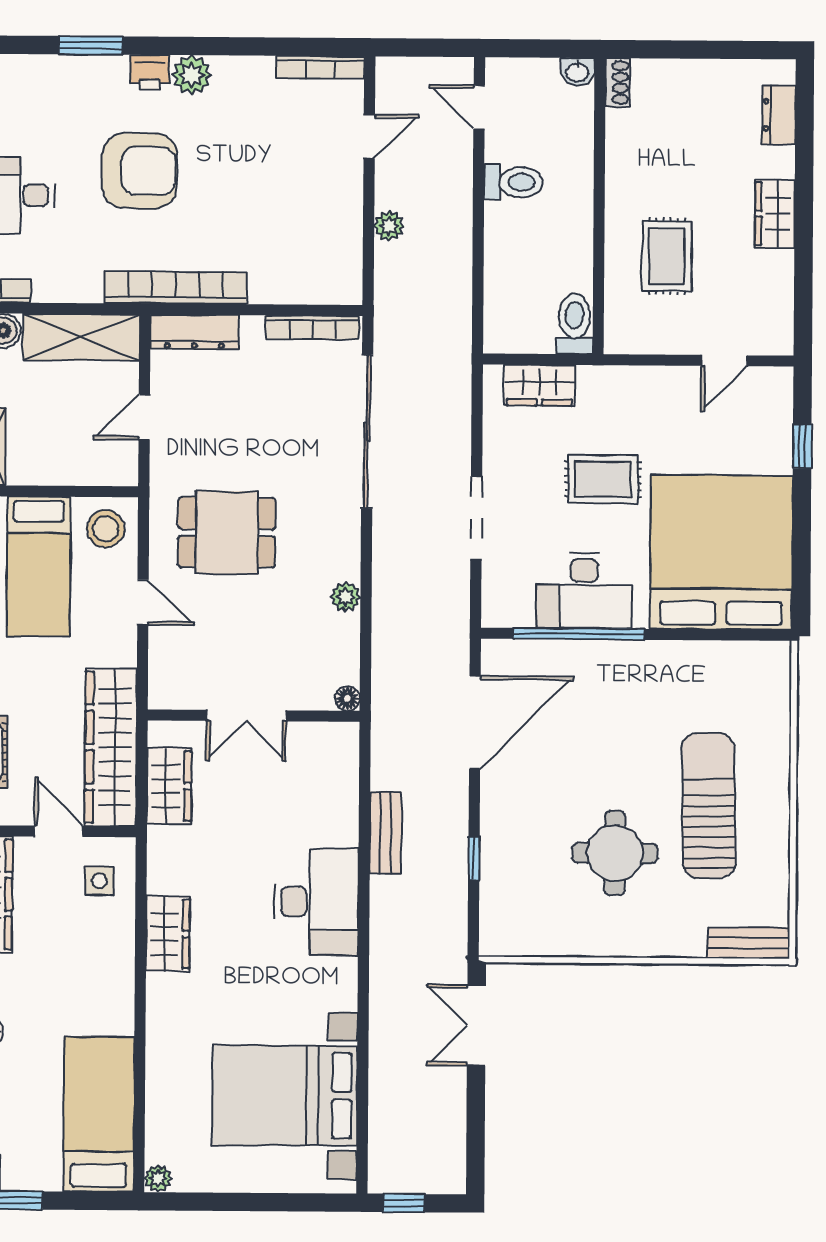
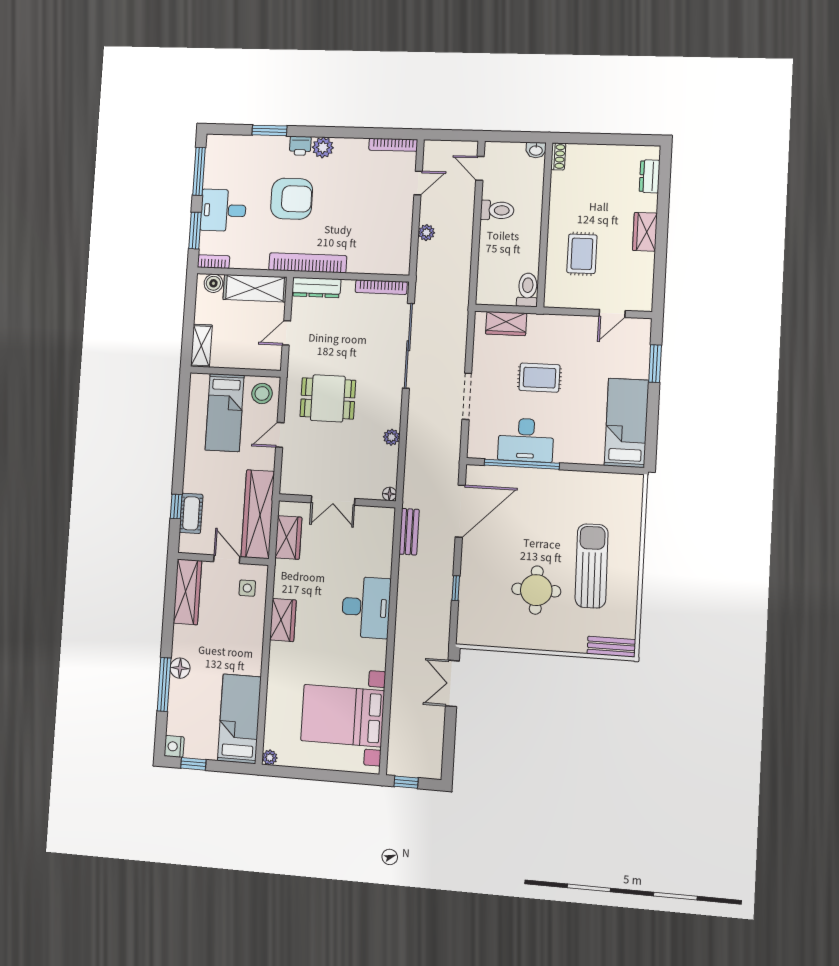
window: (802, 446) -> (655, 364), width x1.50
bed: (721, 552) -> (627, 423), width x0.49
door: (143, 602) -> (280, 435), swing flipped
bench: (385, 833) -> (409, 532), moved

